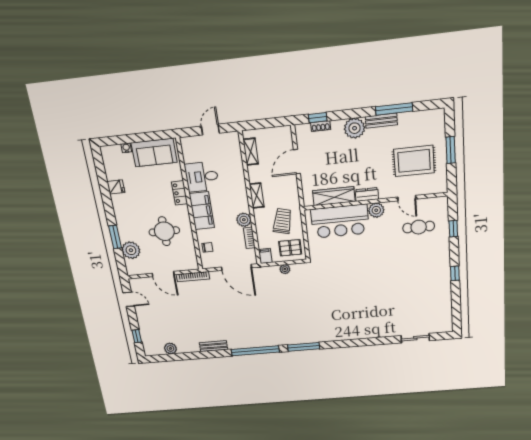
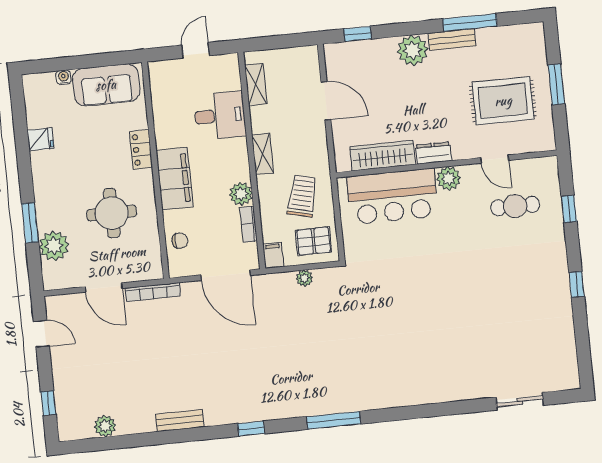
shoe rack: (321, 126) -> (362, 47), removed
door: (297, 162) -> (326, 101), swing flipped
desk: (202, 177) -> (220, 116), moved, turned 180
window: (255, 351) -> (251, 429), width x0.32

